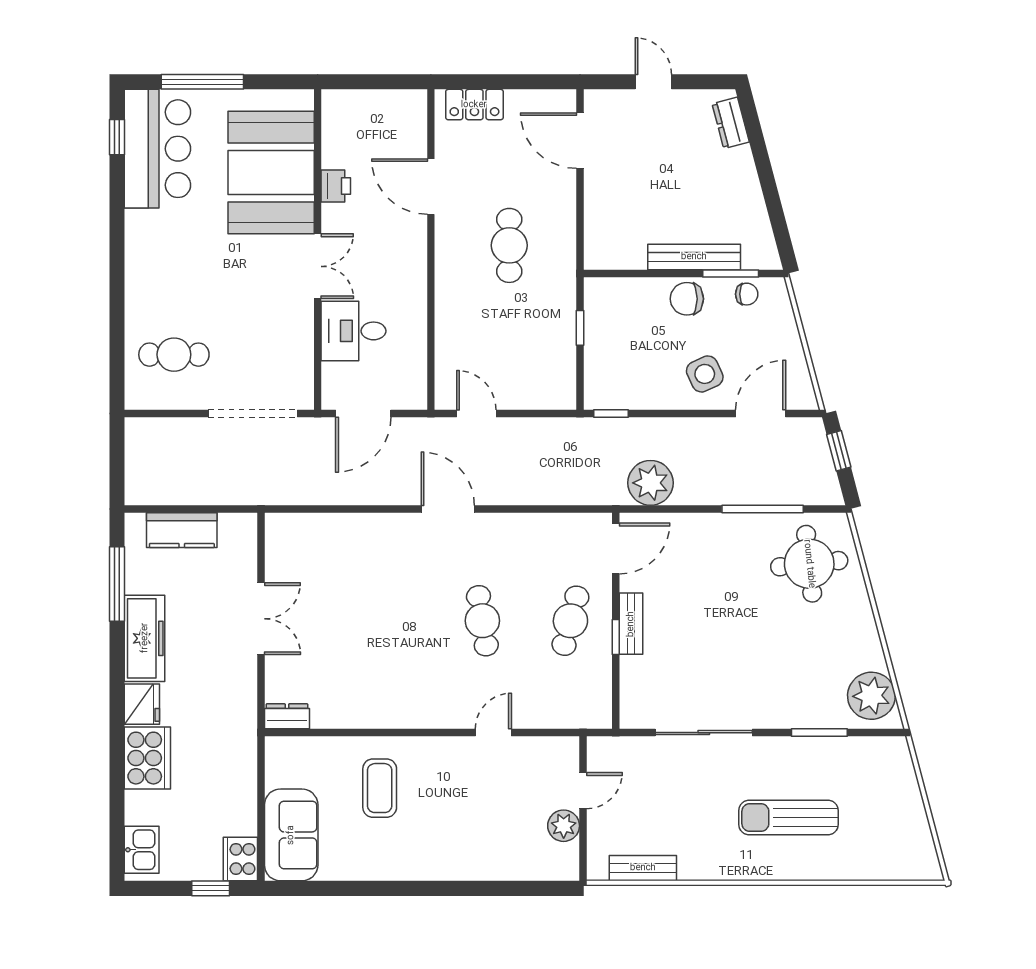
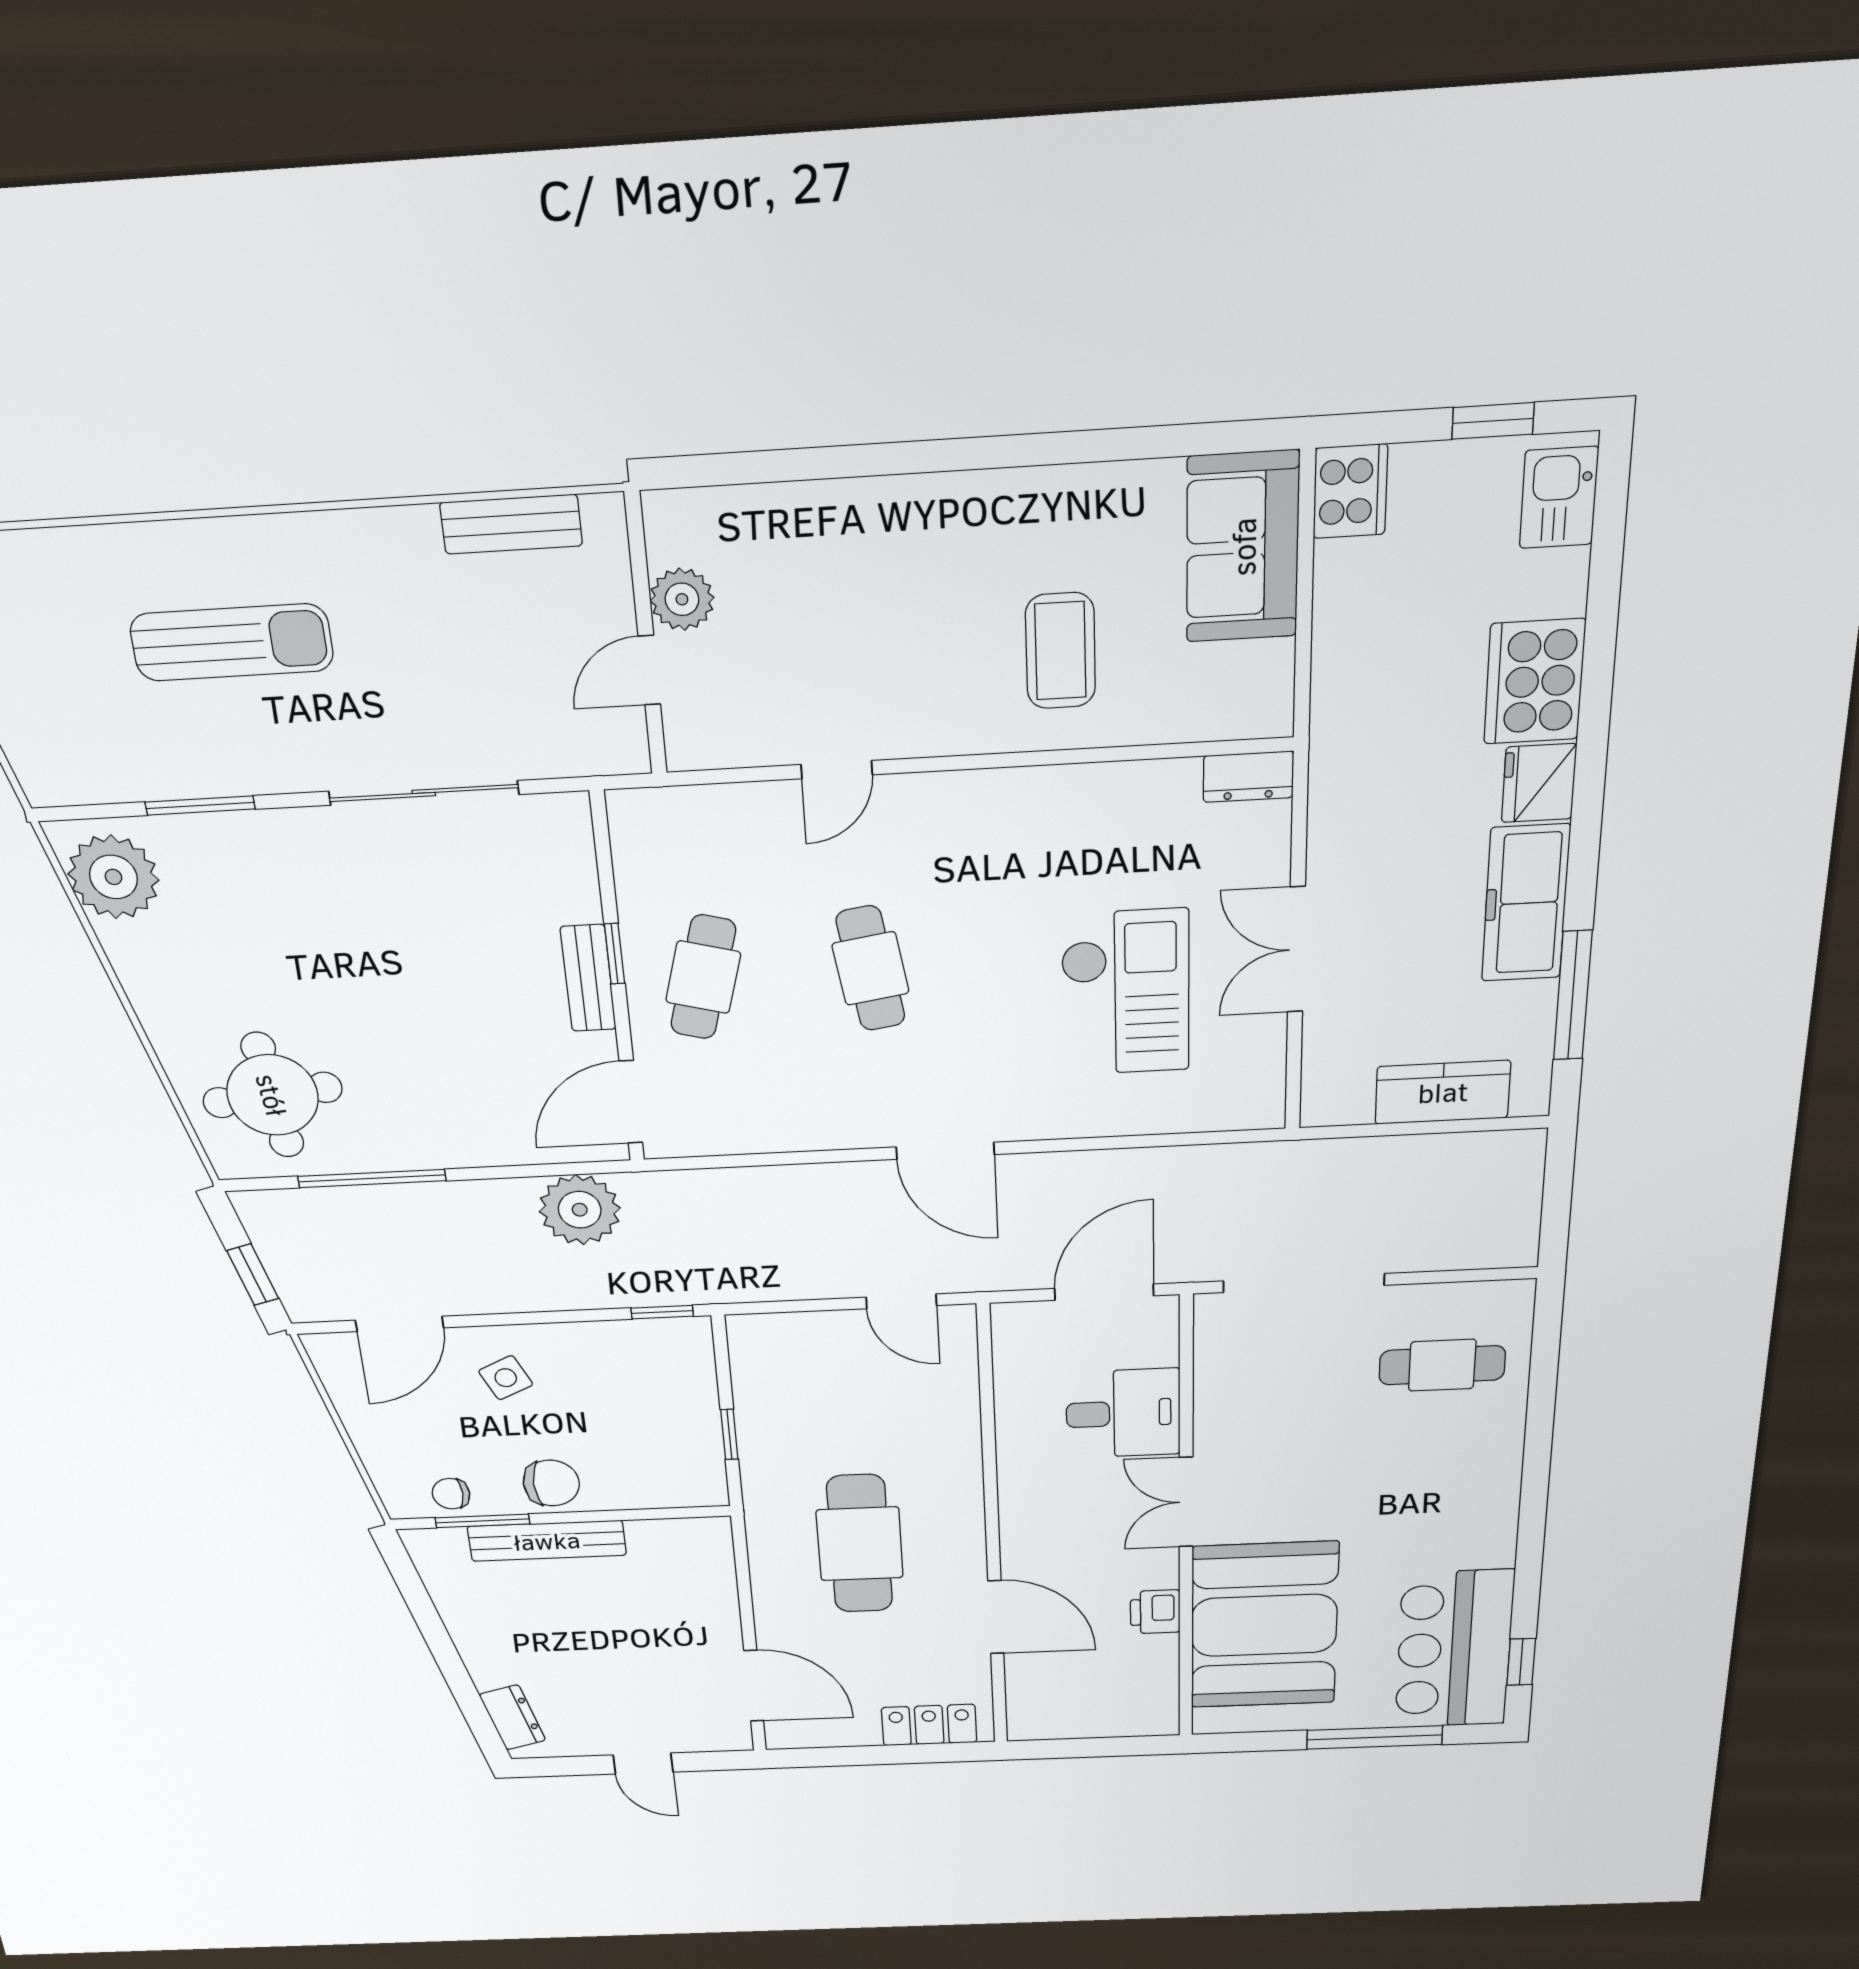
cafe table: (509, 245) -> (860, 1544), width x1.37, depth x1.35
side table: (705, 374) -> (506, 1378), width x0.73, depth x0.73
checkout: (350, 599) -> (1125, 993), added
window: (211, 888) -> (1493, 421), moved

